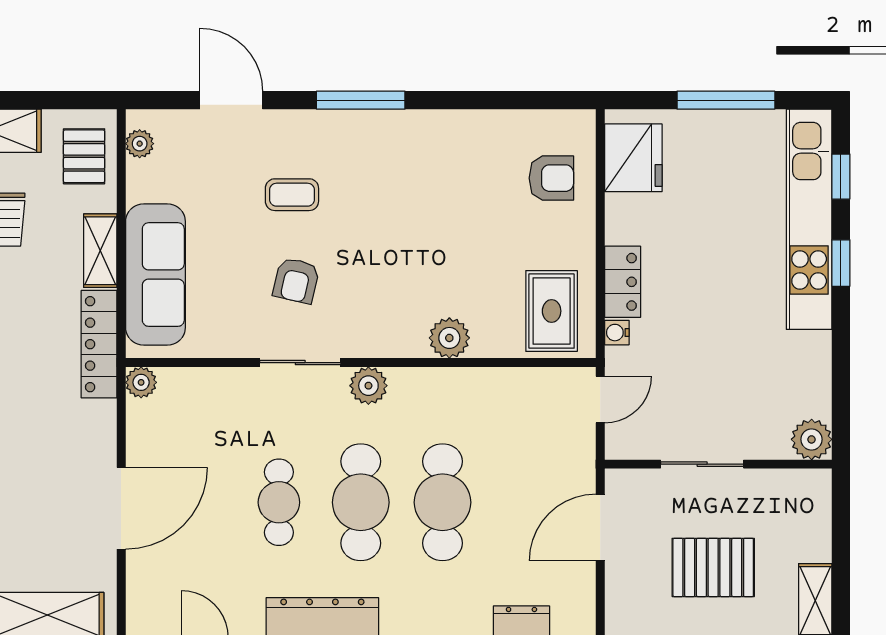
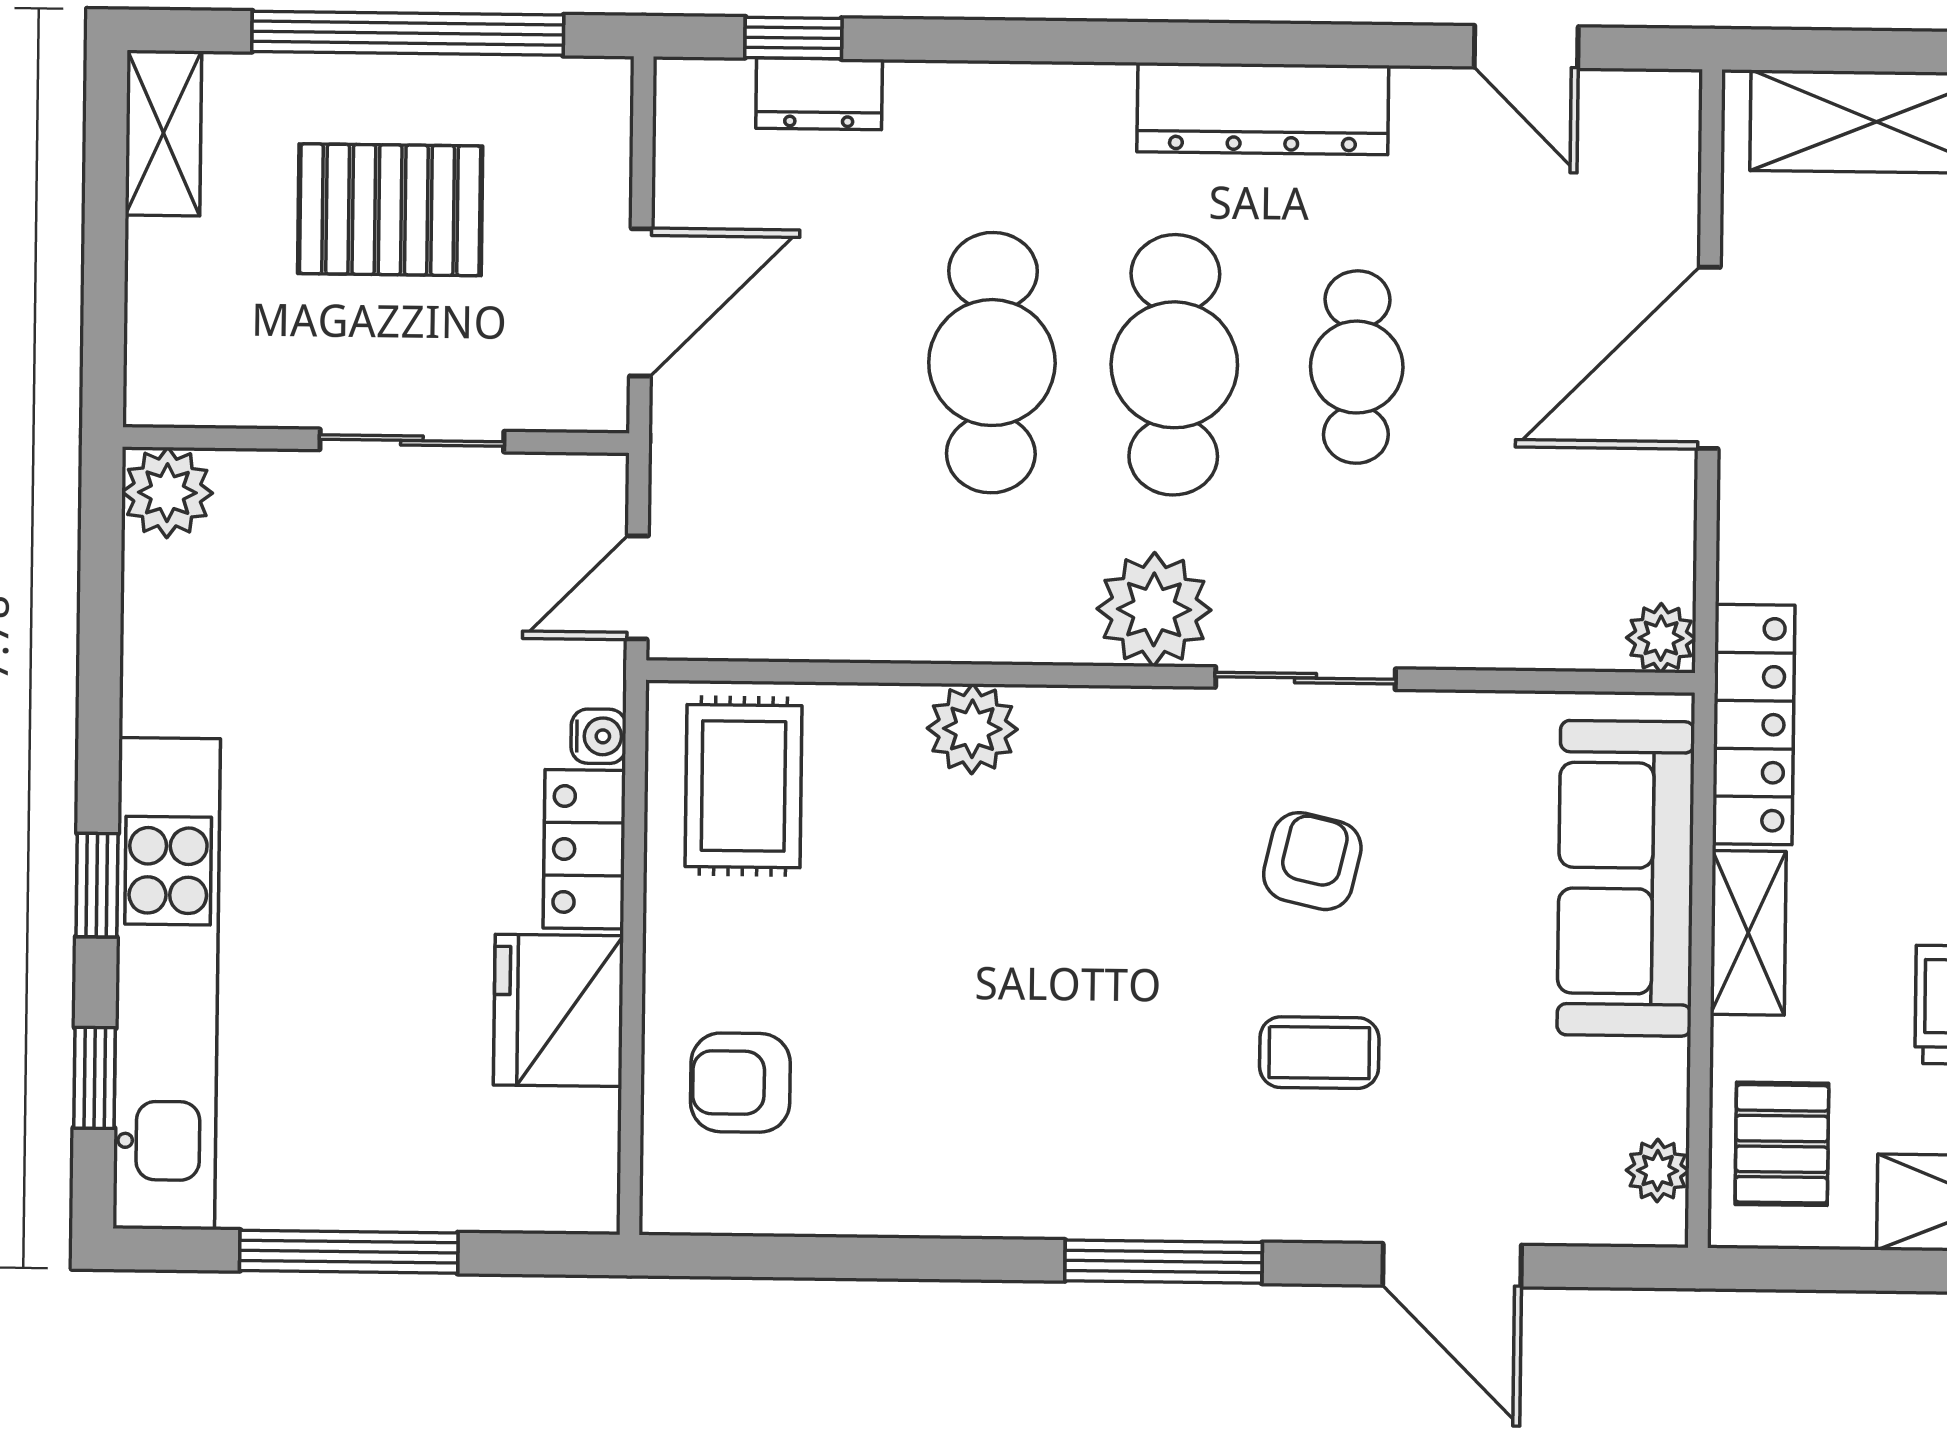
fridge: (633, 158) -> (558, 1010), moved
plant: (368, 386) -> (1154, 609), width x1.36, depth x1.36

